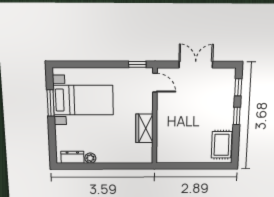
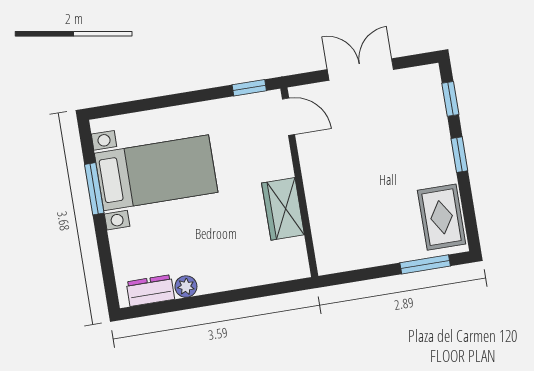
window: (209, 166) -> (425, 264), added

